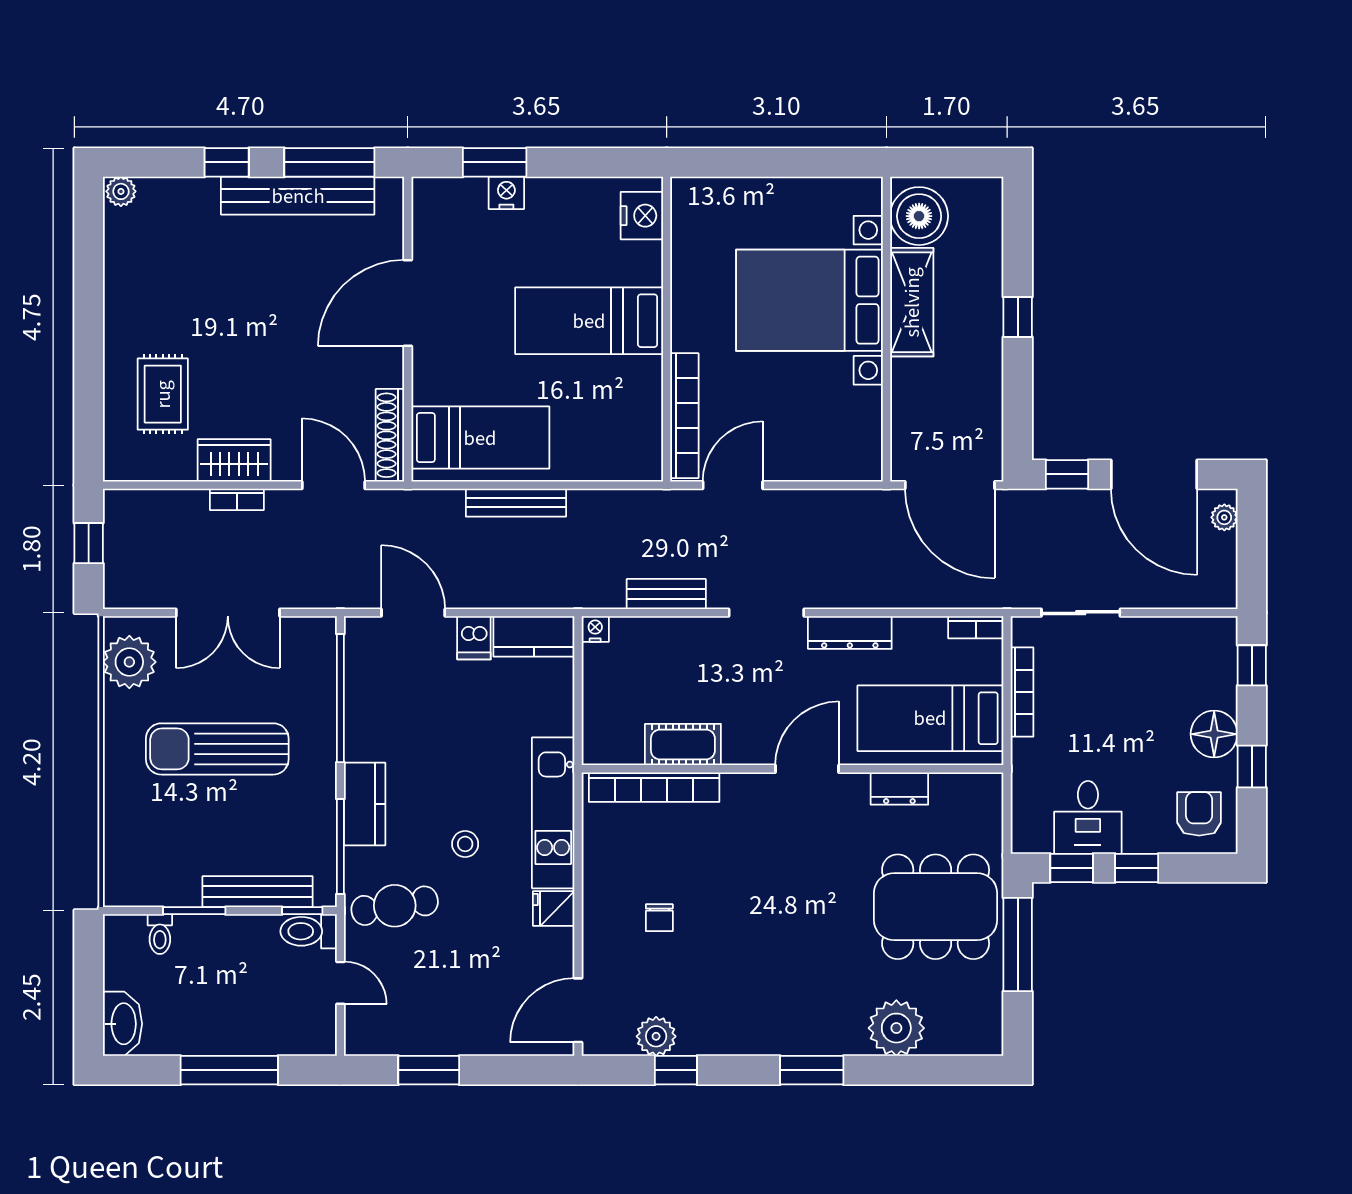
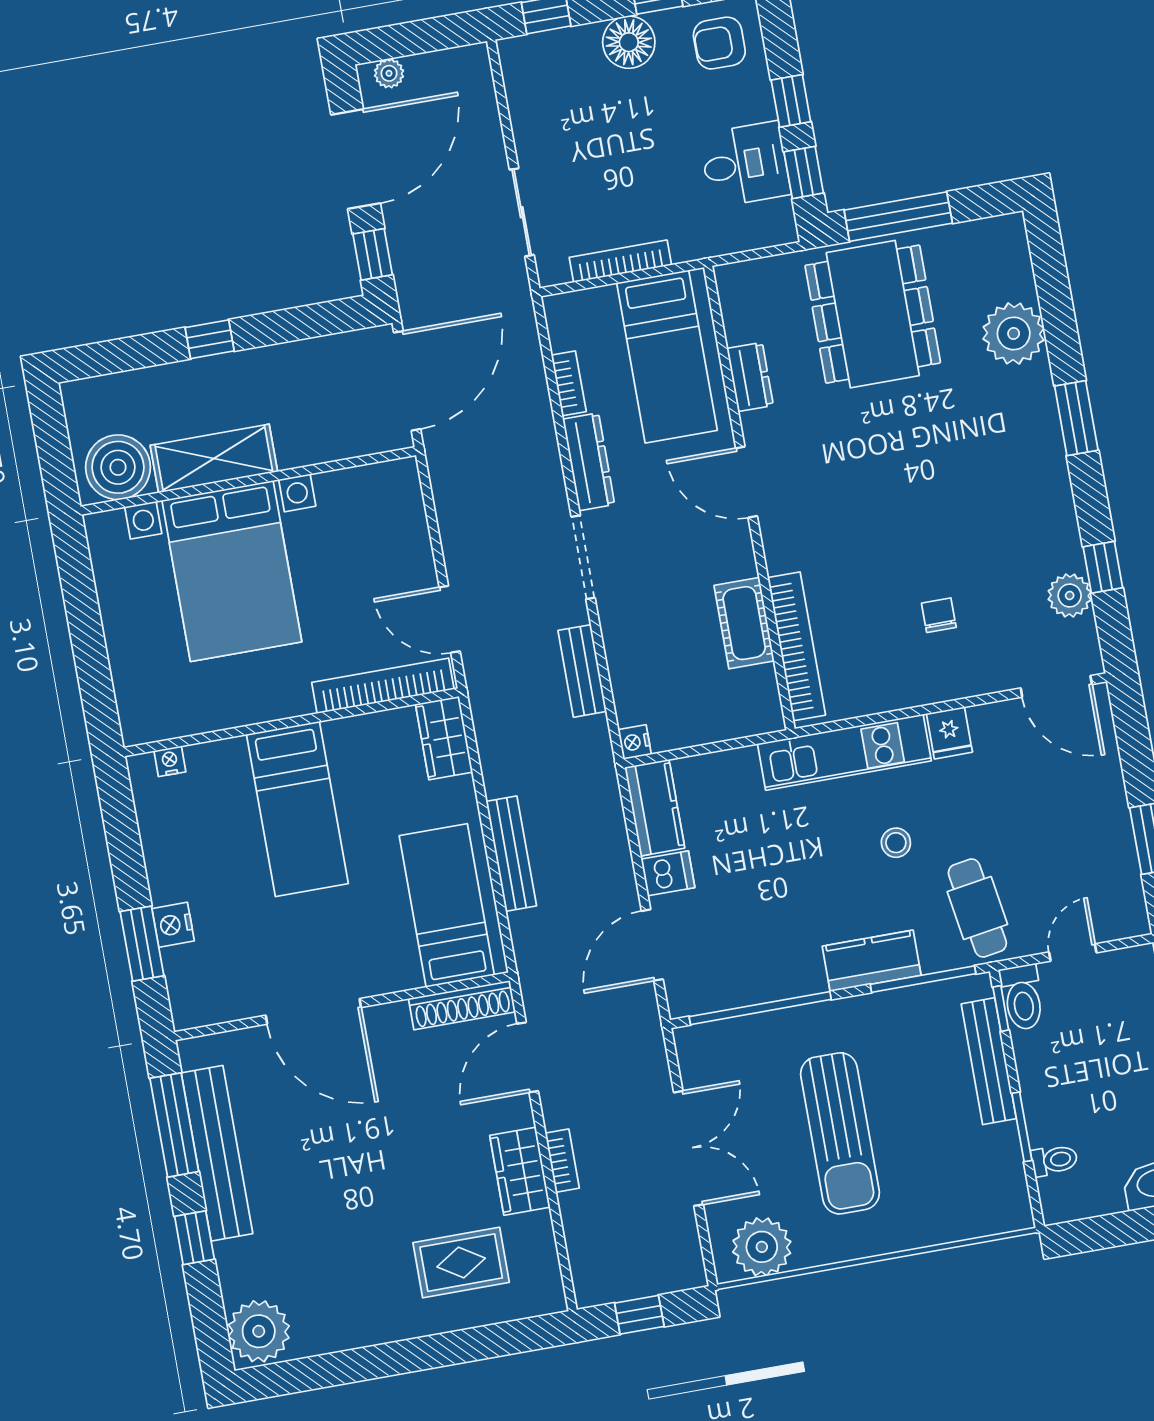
plant: (121, 191) -> (259, 1331), width x1.88, depth x1.88
nightstand: (642, 216) -> (170, 761), width x0.53, depth x0.56
wardrobe: (629, 461) -> (444, 738), added
bookcase: (976, 627) -> (569, 383), moved
chair: (659, 918) -> (939, 615), turned -90

